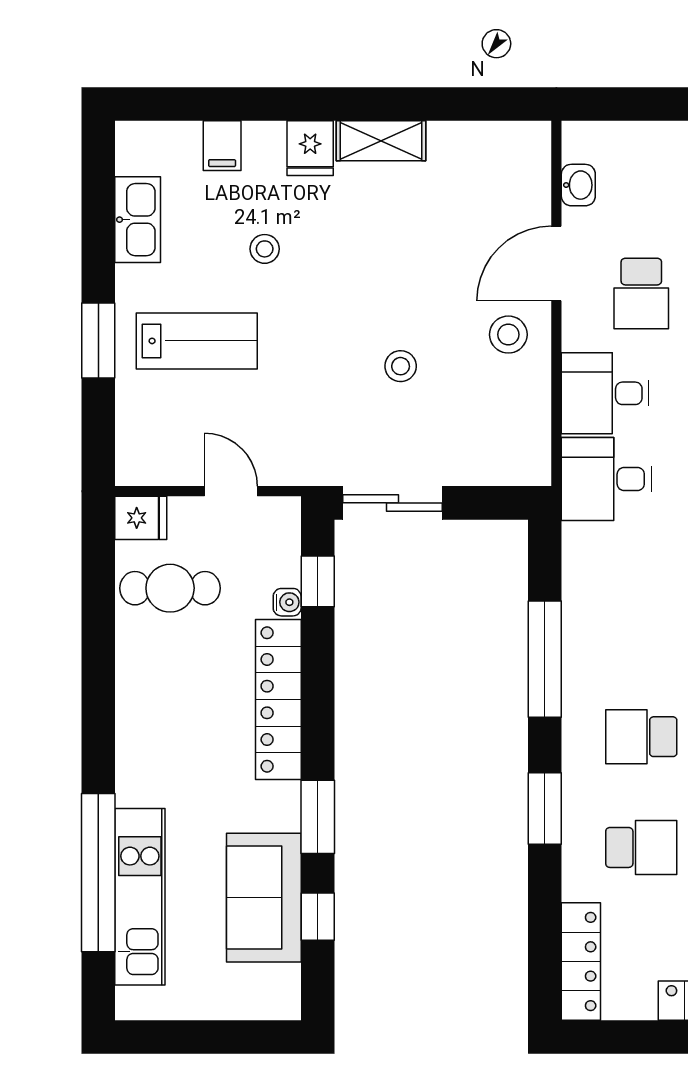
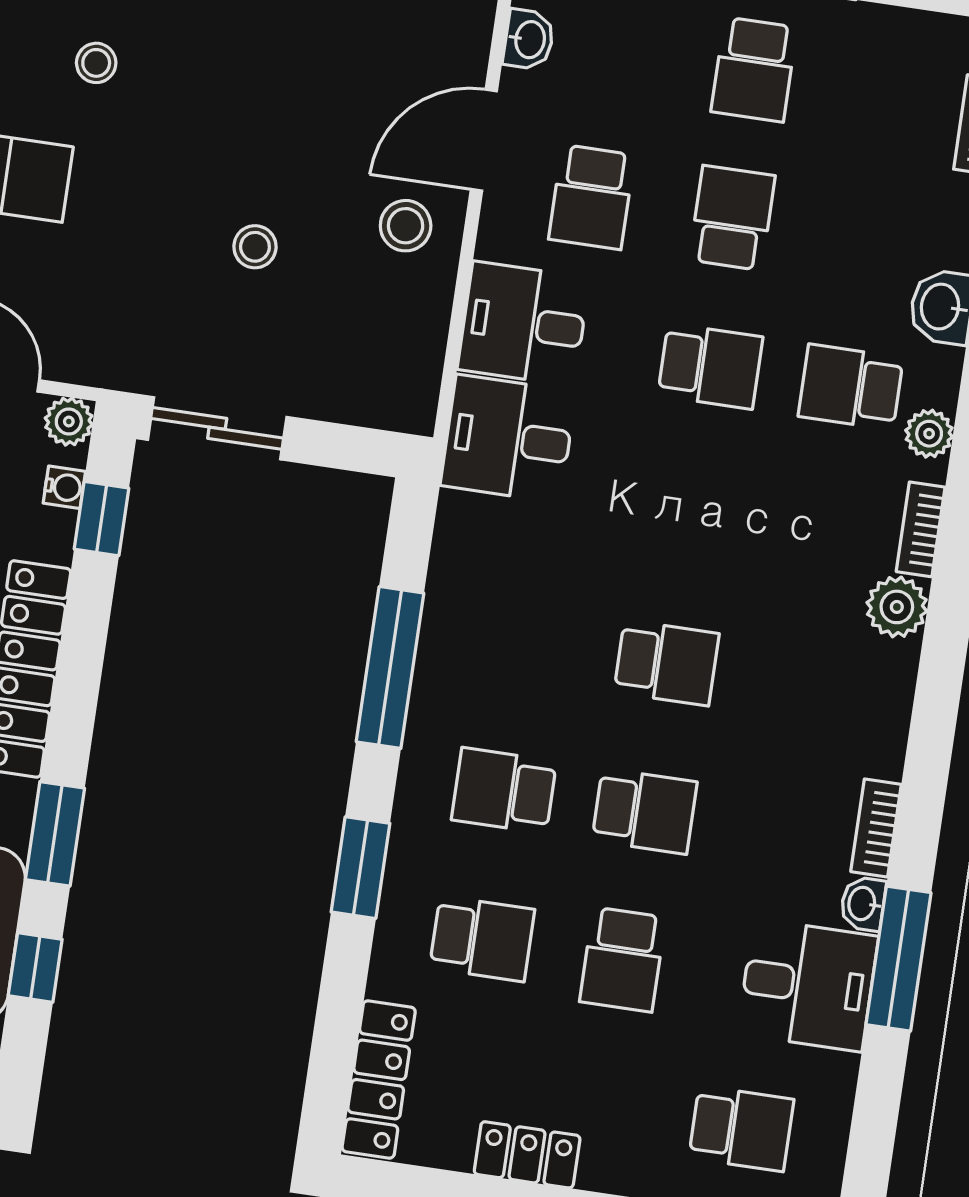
plant: (283, 514) -> (69, 421), added
water cooler: (287, 602) -> (64, 487), moved

